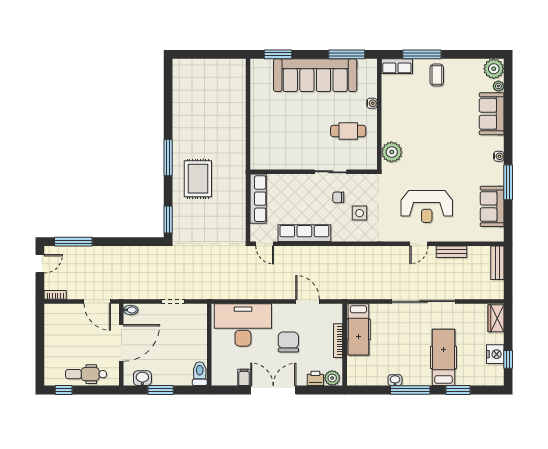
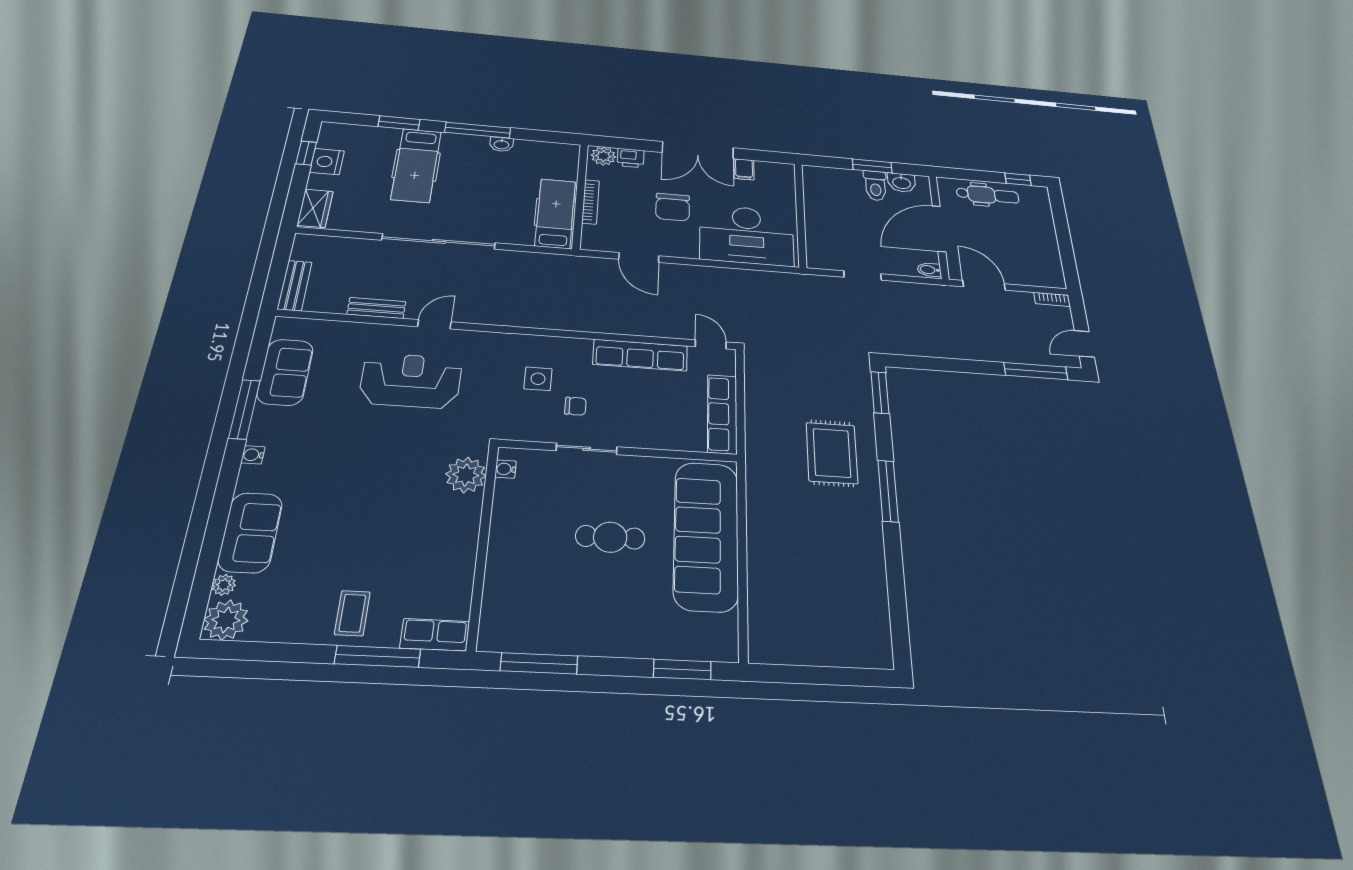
sofa: (315, 75) -> (706, 535), moved, turned -90
water cooler: (372, 103) -> (505, 469), moved
cafe table: (348, 131) -> (610, 537), moved
toilet: (200, 374) -> (875, 186), moved

